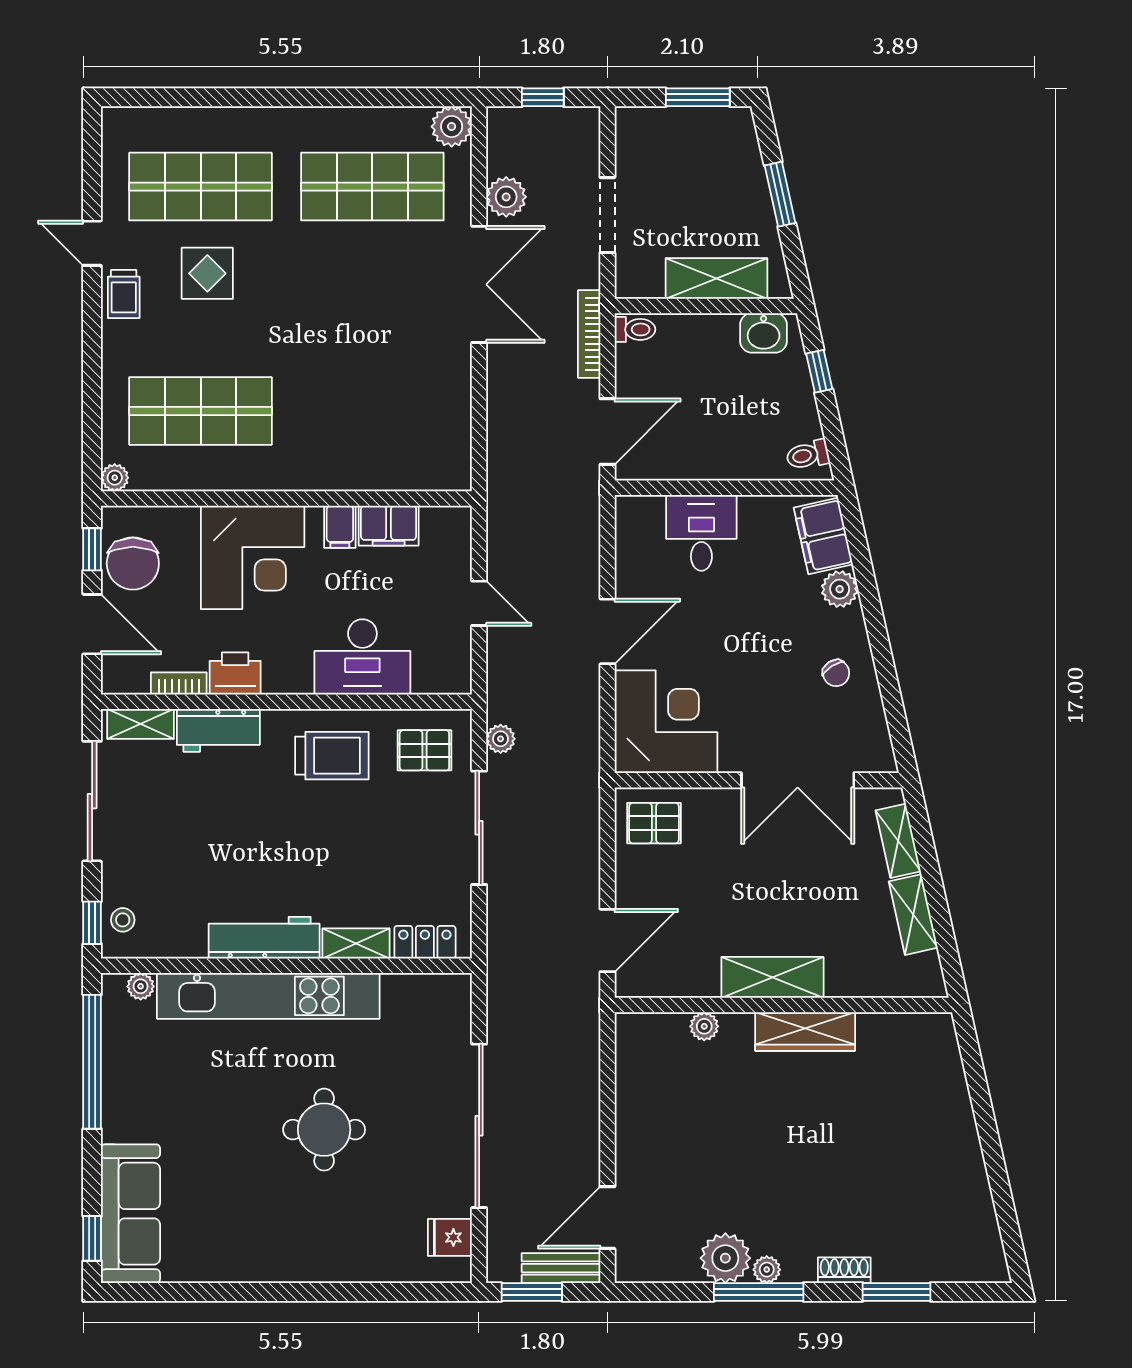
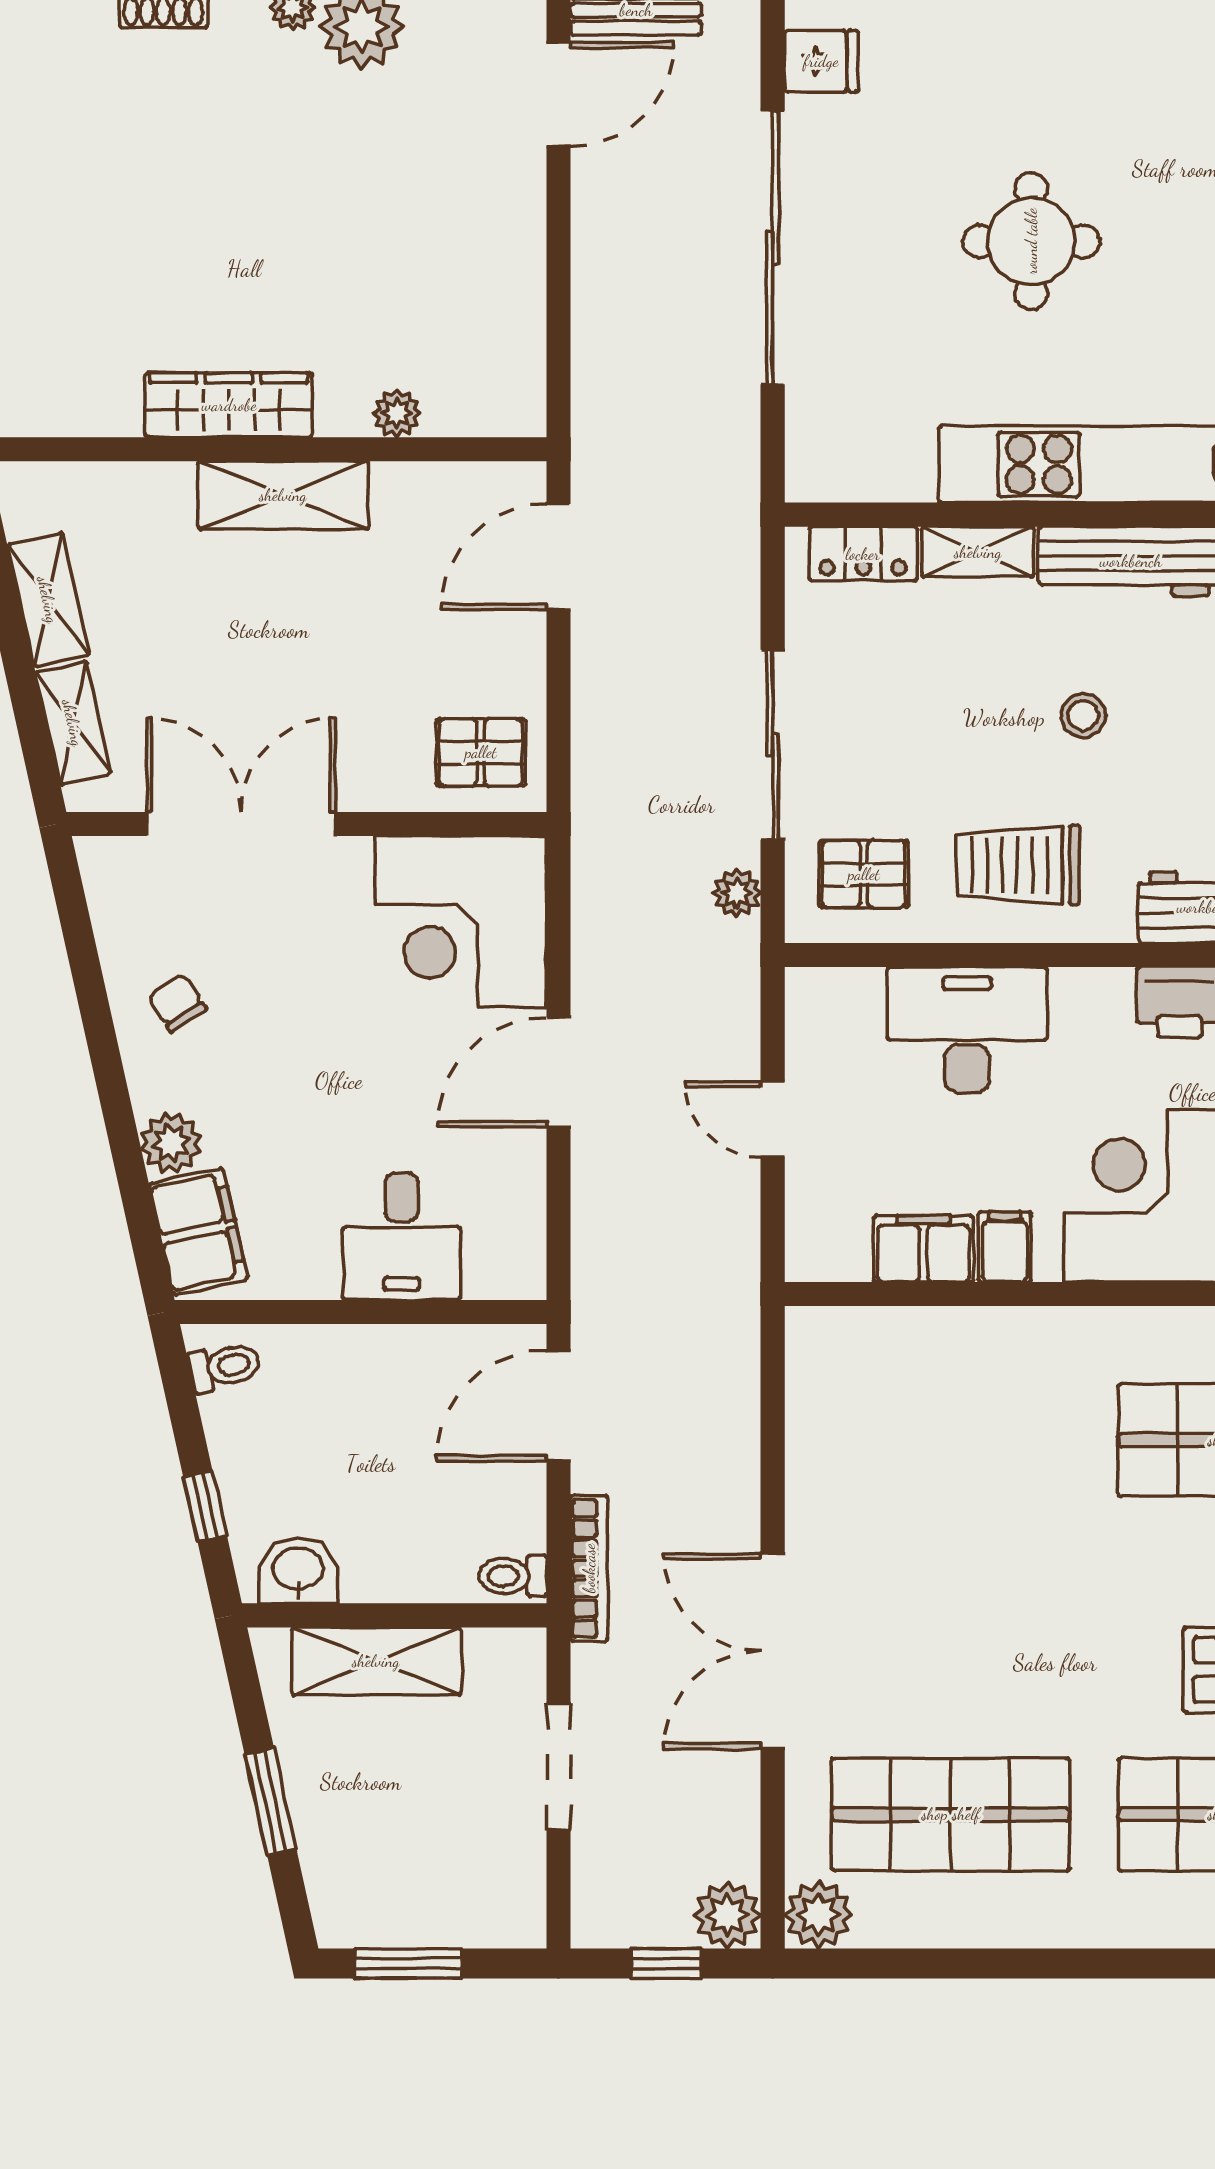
plant: (506, 197) -> (727, 1915), moved
stool: (293, 845) -> (1083, 716), added

